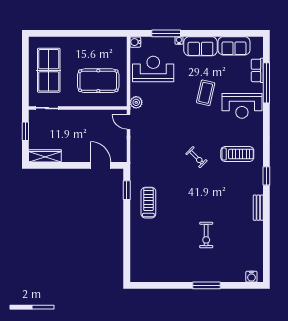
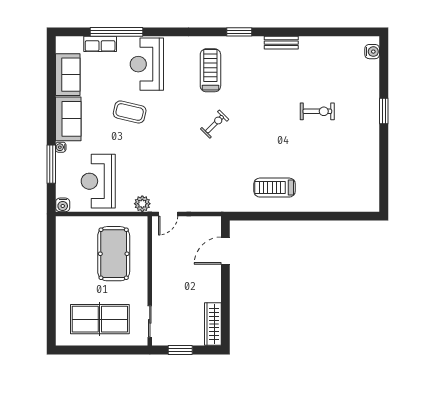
reception desk: (242, 106) -> (147, 64), turned 180
window: (127, 190) -> (258, 216), removed
window: (206, 285) -> (384, 111), width x0.69

